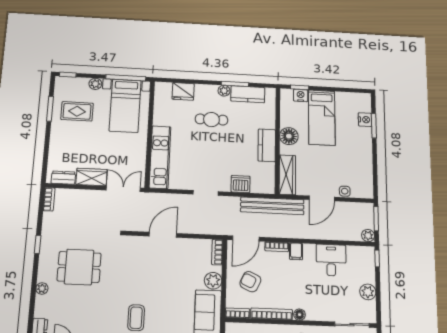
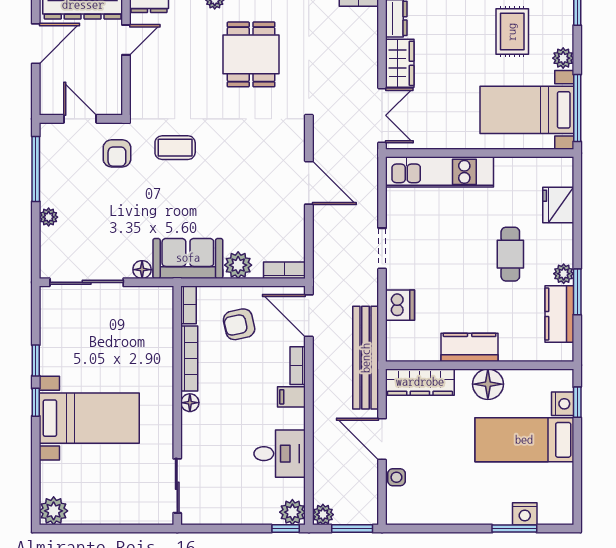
armchair: (250, 282) -> (239, 324), turned -127
plant: (368, 292) -> (292, 512), moved

